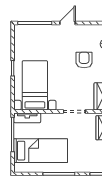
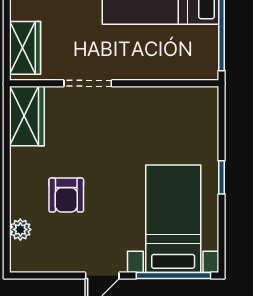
bed with nightstands: (35, 85) -> (173, 219), moved, turned 180
tv unit: (27, 118) -> (190, 69), removed

